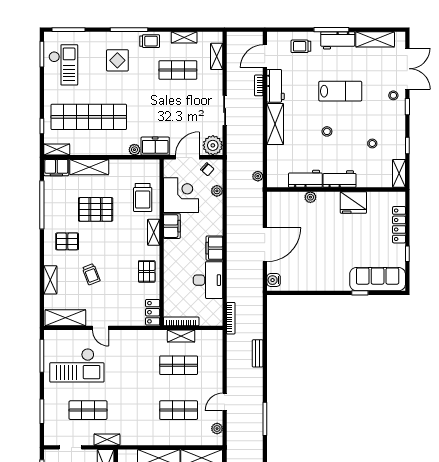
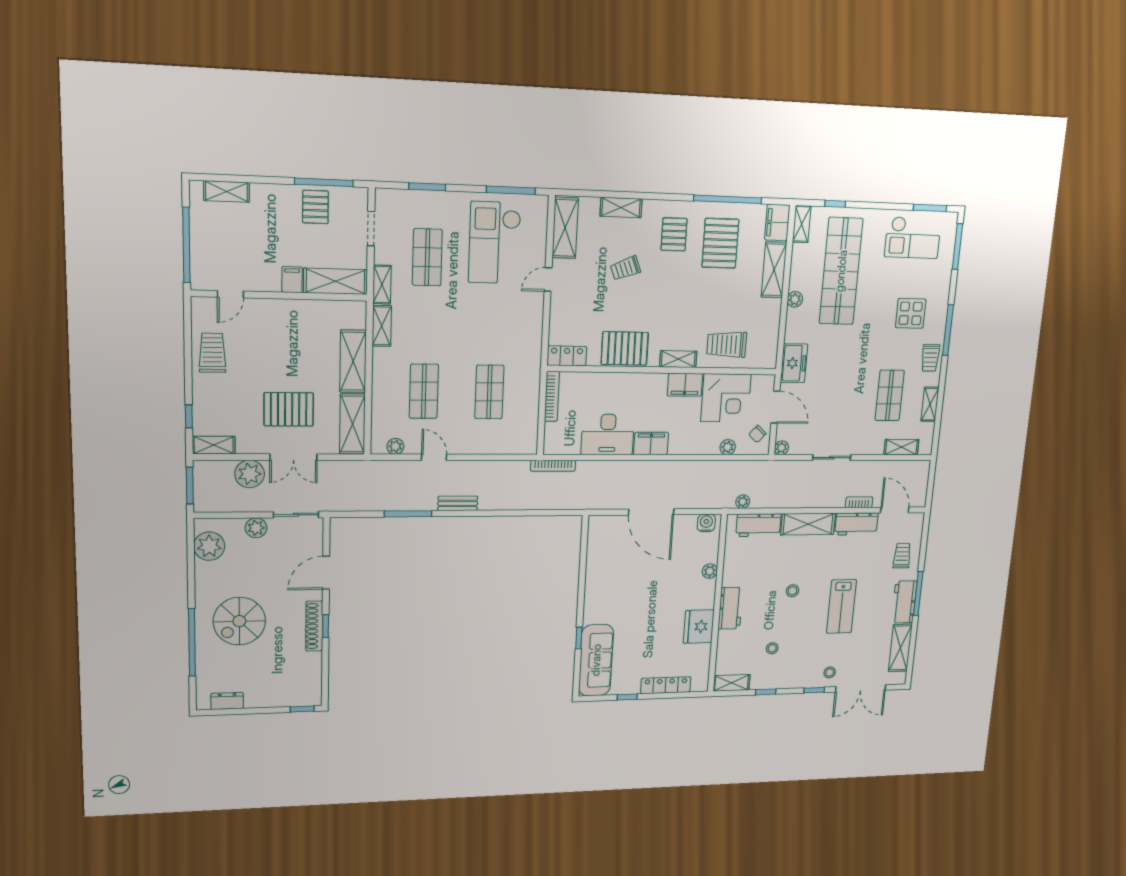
plant: (213, 145) -> (781, 448), width x0.53, depth x0.53
plant: (134, 150) -> (795, 299), moved
workbench: (305, 179) -> (759, 525), moved, turned 90
pallet: (96, 209) -> (720, 243), moved
pallet: (147, 271) -> (625, 348), width x1.50, depth x1.42
water cooler: (274, 280) -> (706, 523), moved
shelving: (181, 336) -> (382, 326), moved
bench: (258, 353) -> (458, 503), moved

